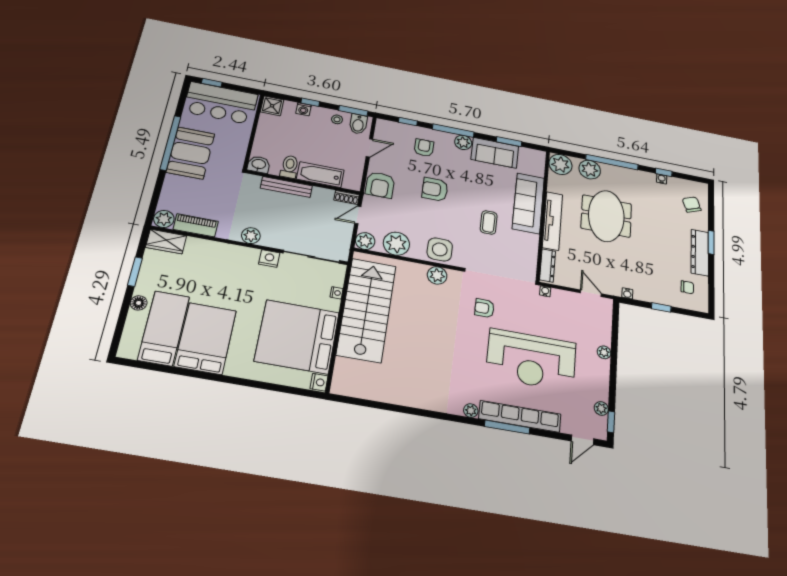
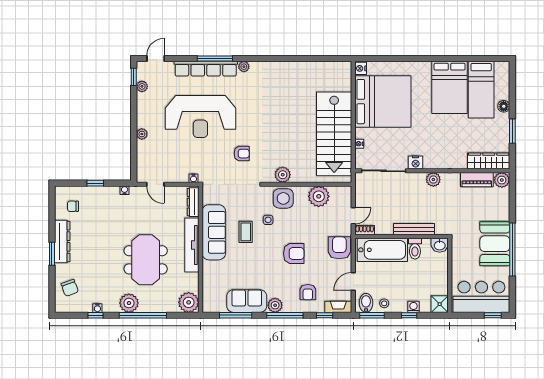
fireplace: (391, 127) -> (338, 307), added
window: (509, 142) -> (236, 315), width x1.44
plant: (590, 170) -> (129, 303), moved
bathtub: (320, 175) -> (382, 250), width x1.36, depth x1.36
sofa: (528, 203) -> (214, 232), moved
side table: (461, 230) -> (268, 220), added
plant: (365, 241) -> (344, 193), removed
wardrobe: (166, 242) -> (489, 161), width x1.50
reception desk: (531, 360) -> (200, 117), turned 180

